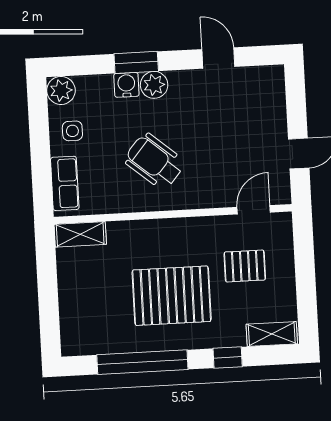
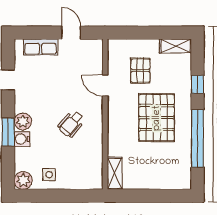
wheelchair: (155, 161) -> (71, 124), width x0.73, depth x0.73
row of seats: (65, 183) -> (41, 47), moved, turned 180
door: (254, 210) -> (105, 86), moved
shelving: (272, 334) -> (176, 46), moved, turned 90

